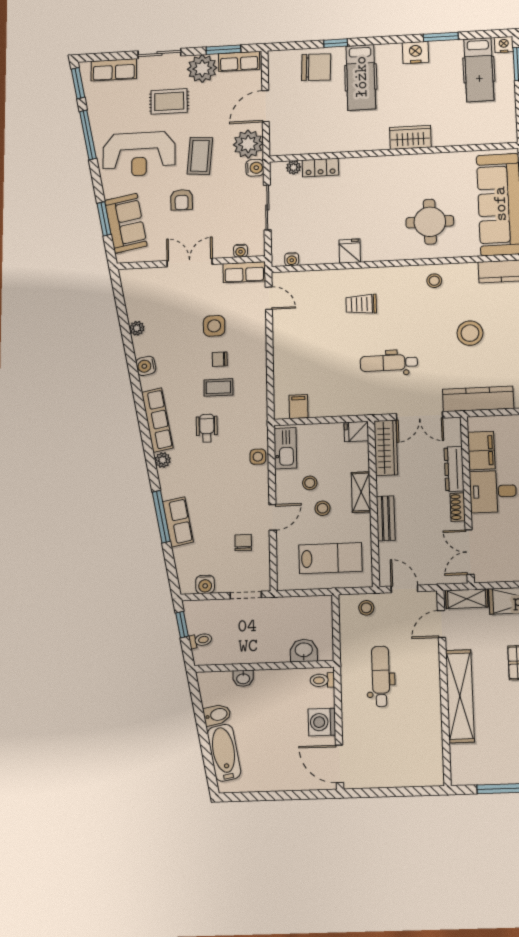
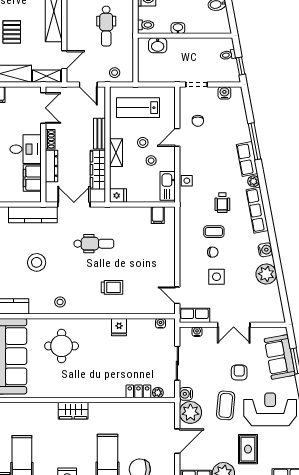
rug: (169, 101) -> (248, 449), turned 90
plant: (137, 328) -> (266, 274), width x1.88, depth x1.88
wardrobe: (386, 448) -> (98, 170), moved
row of seats: (178, 522) -> (247, 159), moved
washbasin: (243, 678) -> (178, 28), moved

